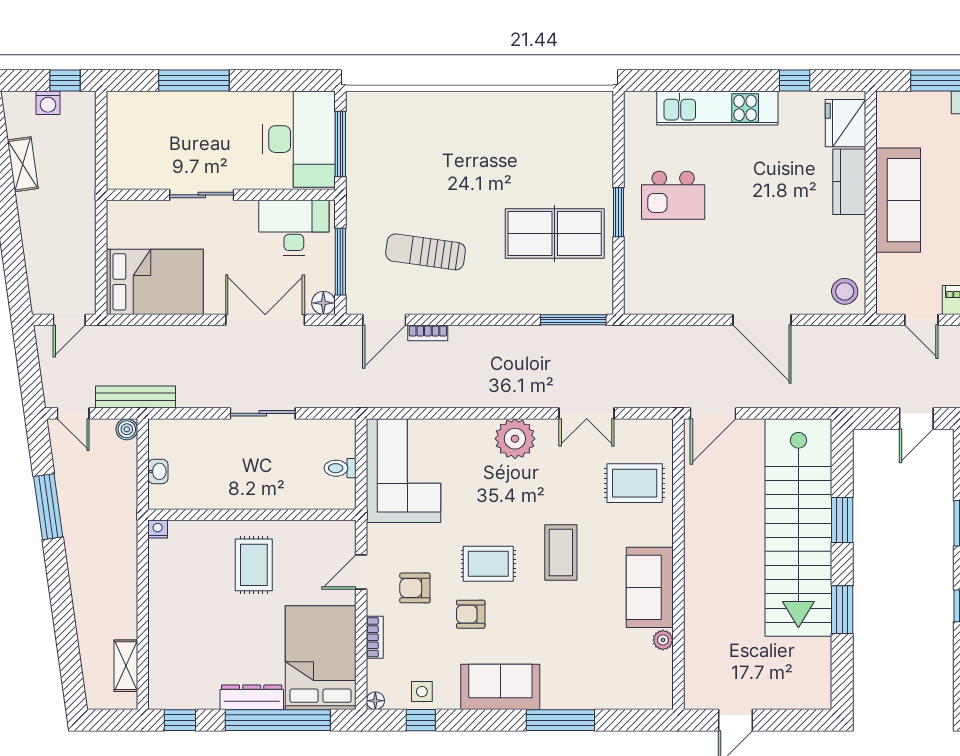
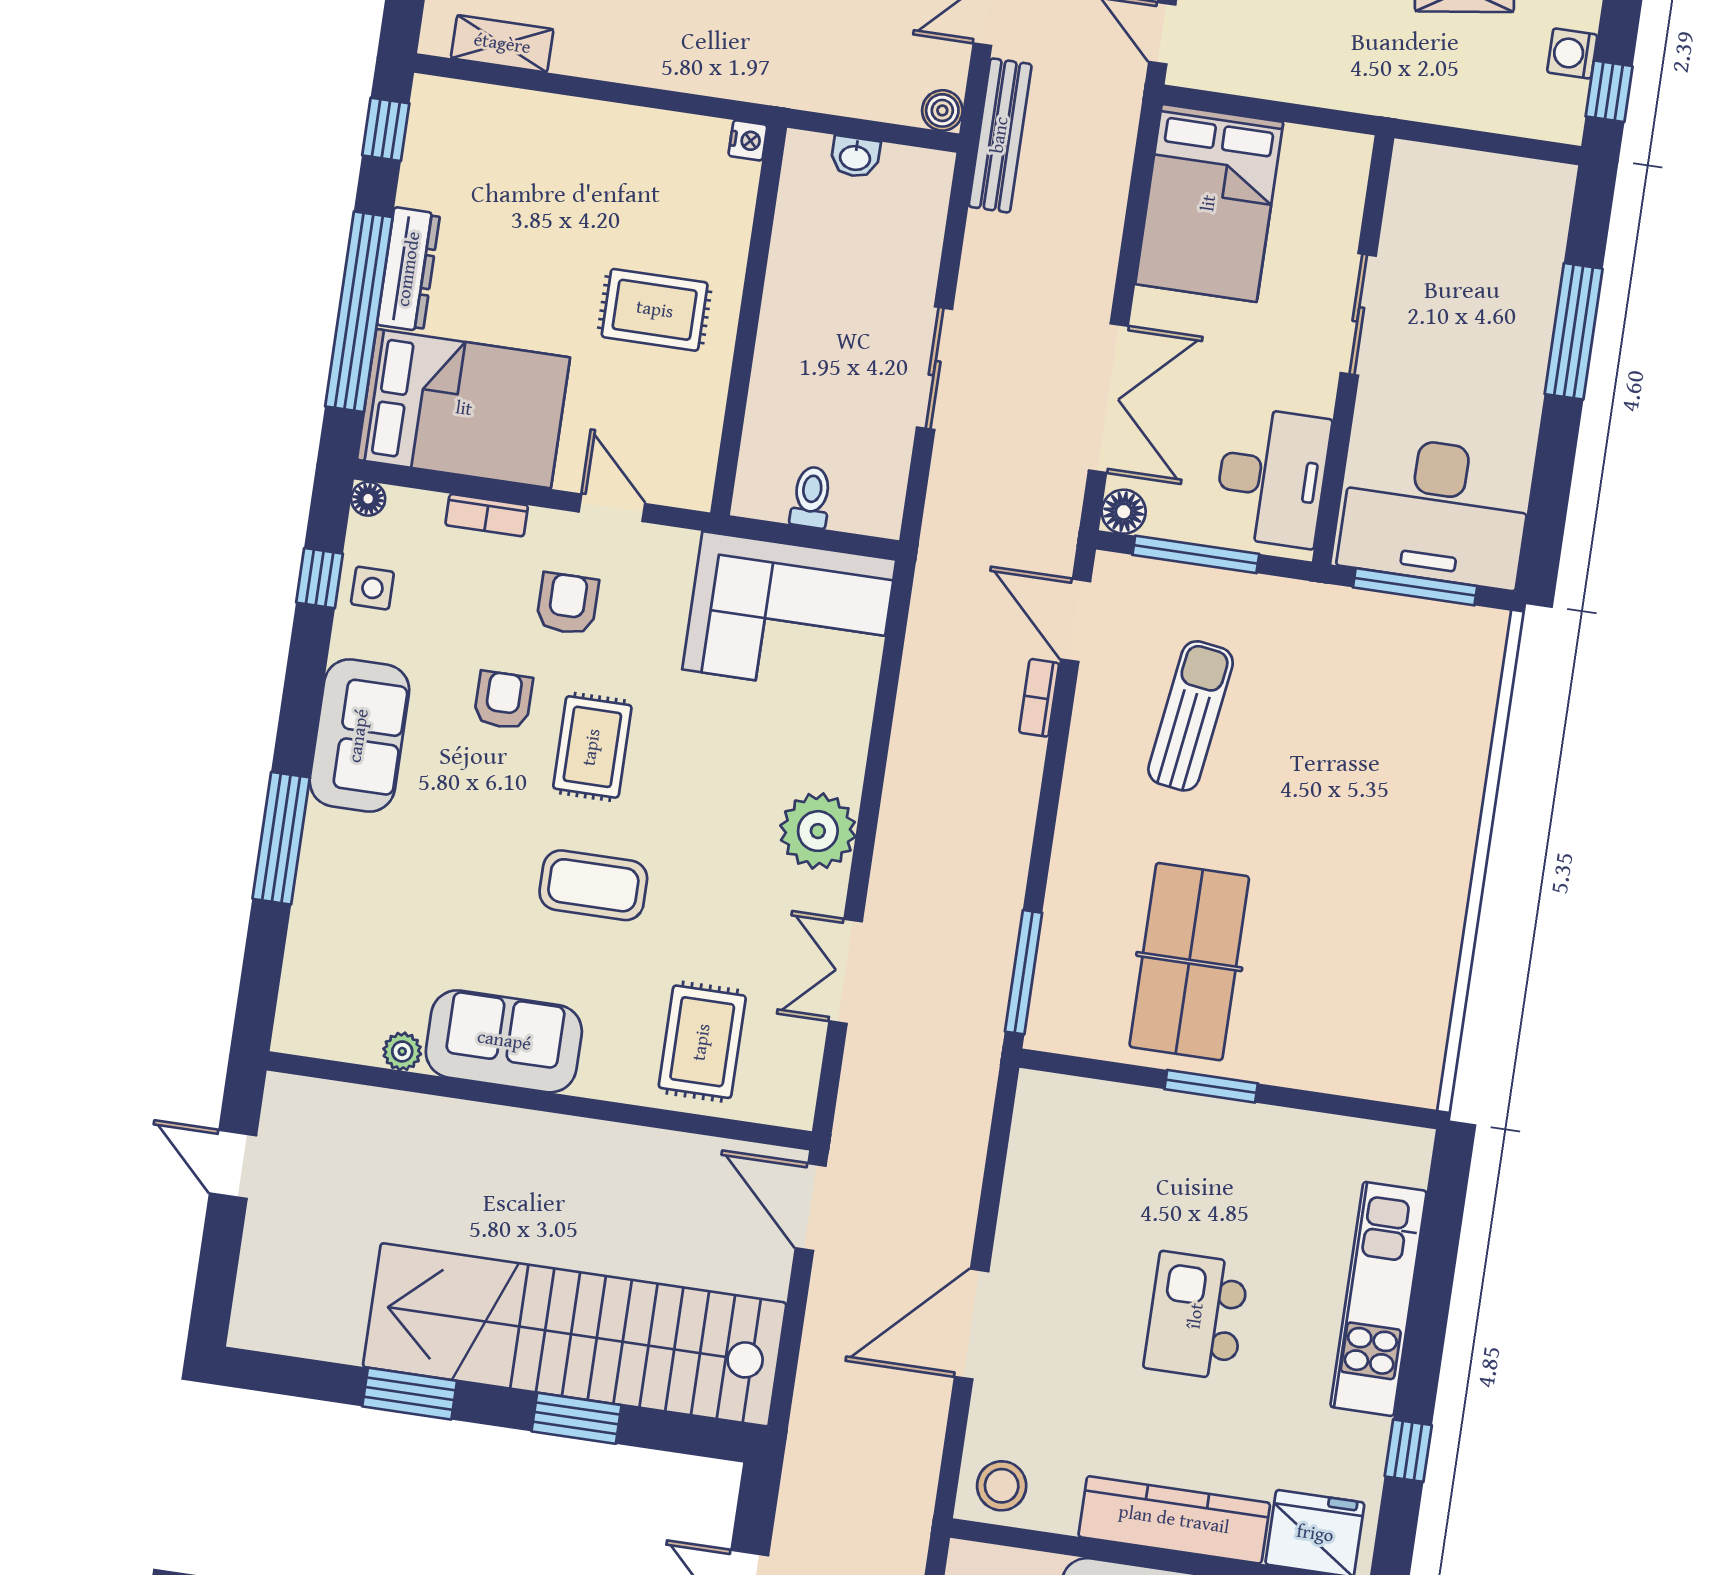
kitchen counter: (849, 182) -> (1174, 1520), width x1.50
kitchen island: (673, 195) -> (1196, 1316), moved

